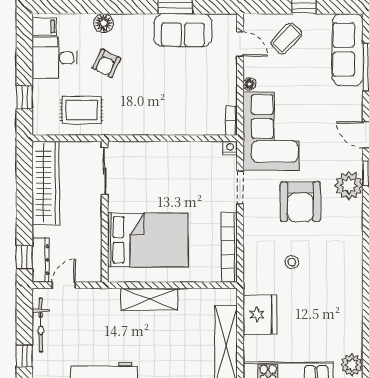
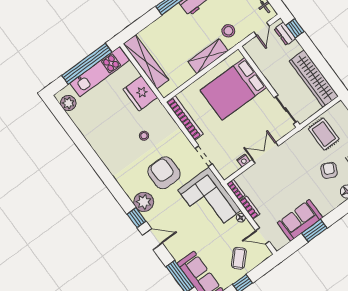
bookcase: (231, 88) -> (250, 208), added
rug: (82, 110) -> (324, 134), turned 90
double door: (165, 138) -> (265, 153), added
nightstand: (230, 148) -> (243, 161), moved
dresser: (41, 260) -> (285, 34), width x0.70
stool: (104, 312) -> (228, 31), added

